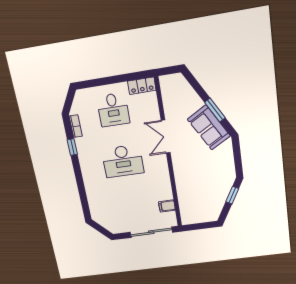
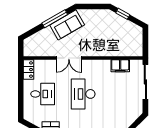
window: (215, 110) -> (55, 19), width x1.44
desk: (123, 161) -> (83, 94), turned 180
filing cabinet: (167, 206) -> (120, 66), width x2.00

